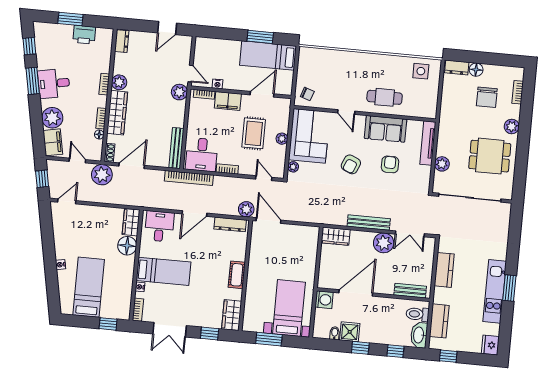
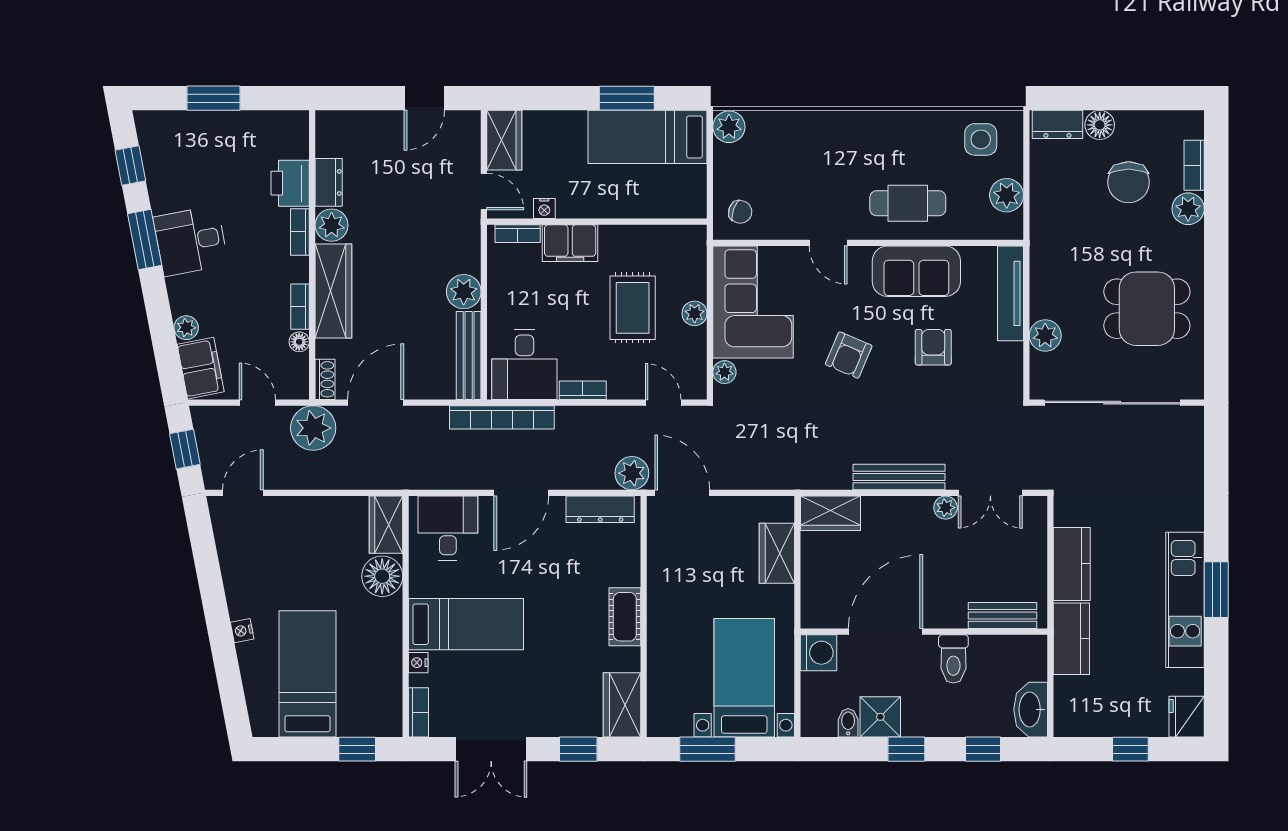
printer: (84, 35) -> (290, 183), moved, turned 90
dresser: (122, 41) -> (329, 182), moved
wardrobe: (202, 51) -> (504, 140), added
plant: (306, 54) -> (729, 127), added
plant: (179, 92) -> (464, 292), moved
door: (262, 94) -> (643, 222), removed
plant: (430, 98) -> (1007, 195), added
plant: (52, 118) -> (186, 328), width x0.53, depth x0.53
plant: (512, 126) -> (1188, 209), moved
plant: (384, 243) -> (946, 508), width x0.53, depth x0.53
wardrobe: (309, 252) -> (777, 553), added
toilet: (417, 314) -> (953, 659), moved, turned -90
kitchen counter: (439, 321) -> (1071, 639), moved
window: (448, 356) -> (1130, 749), moved

